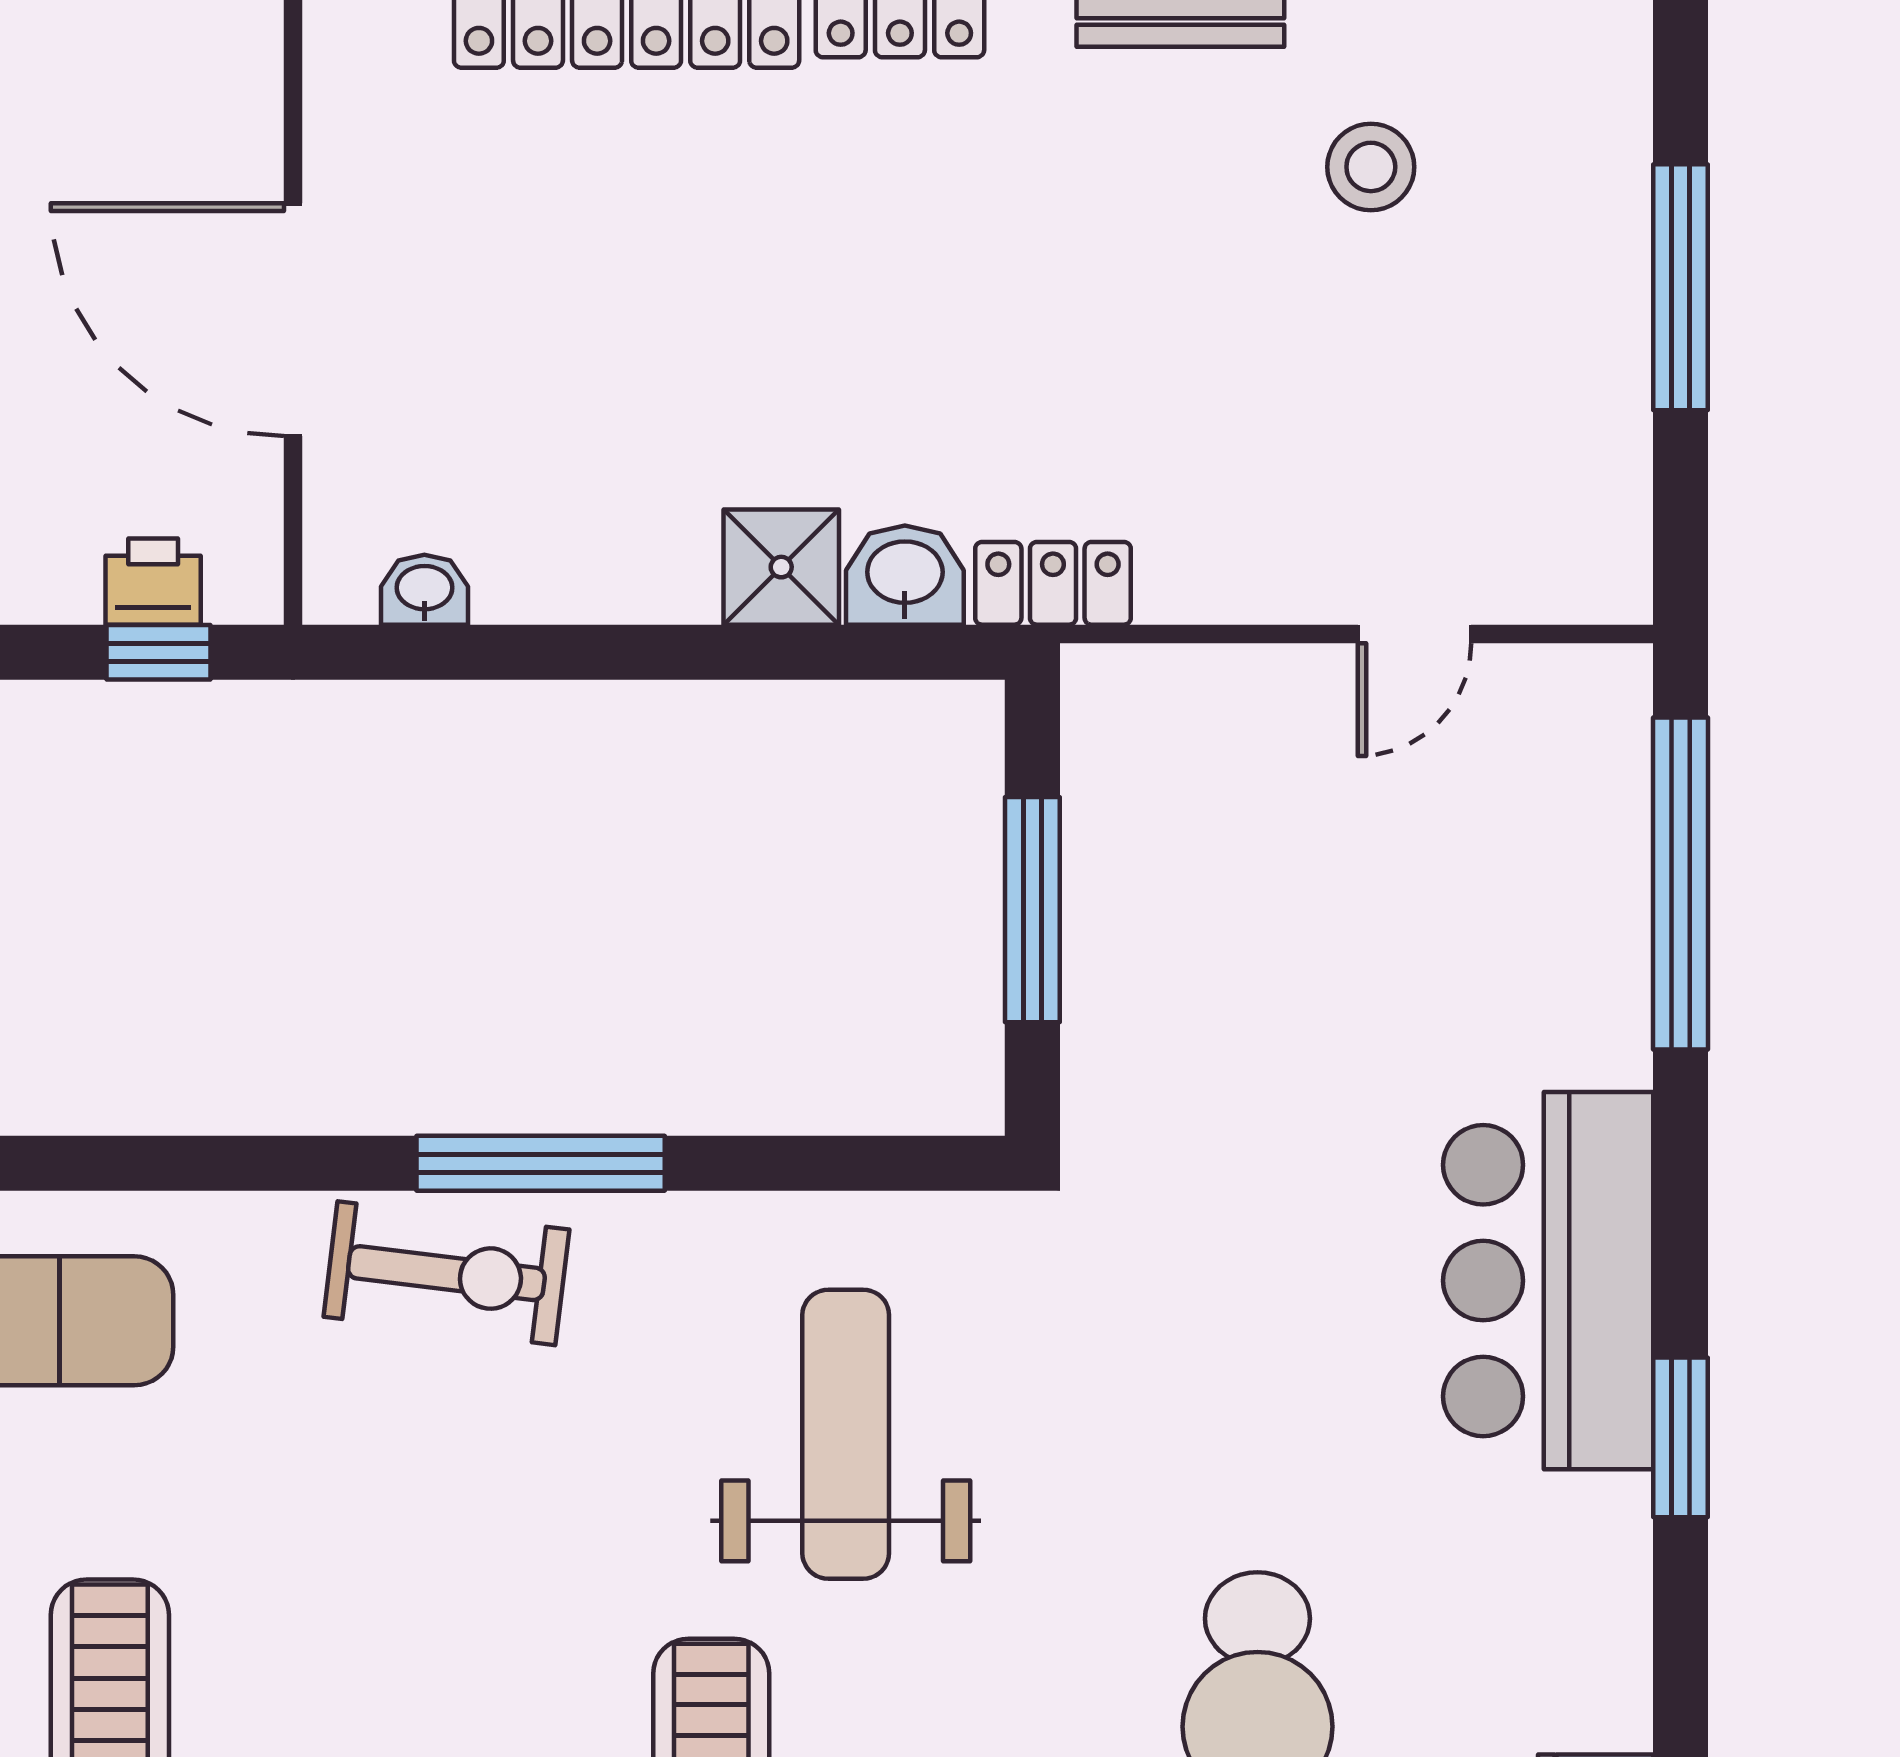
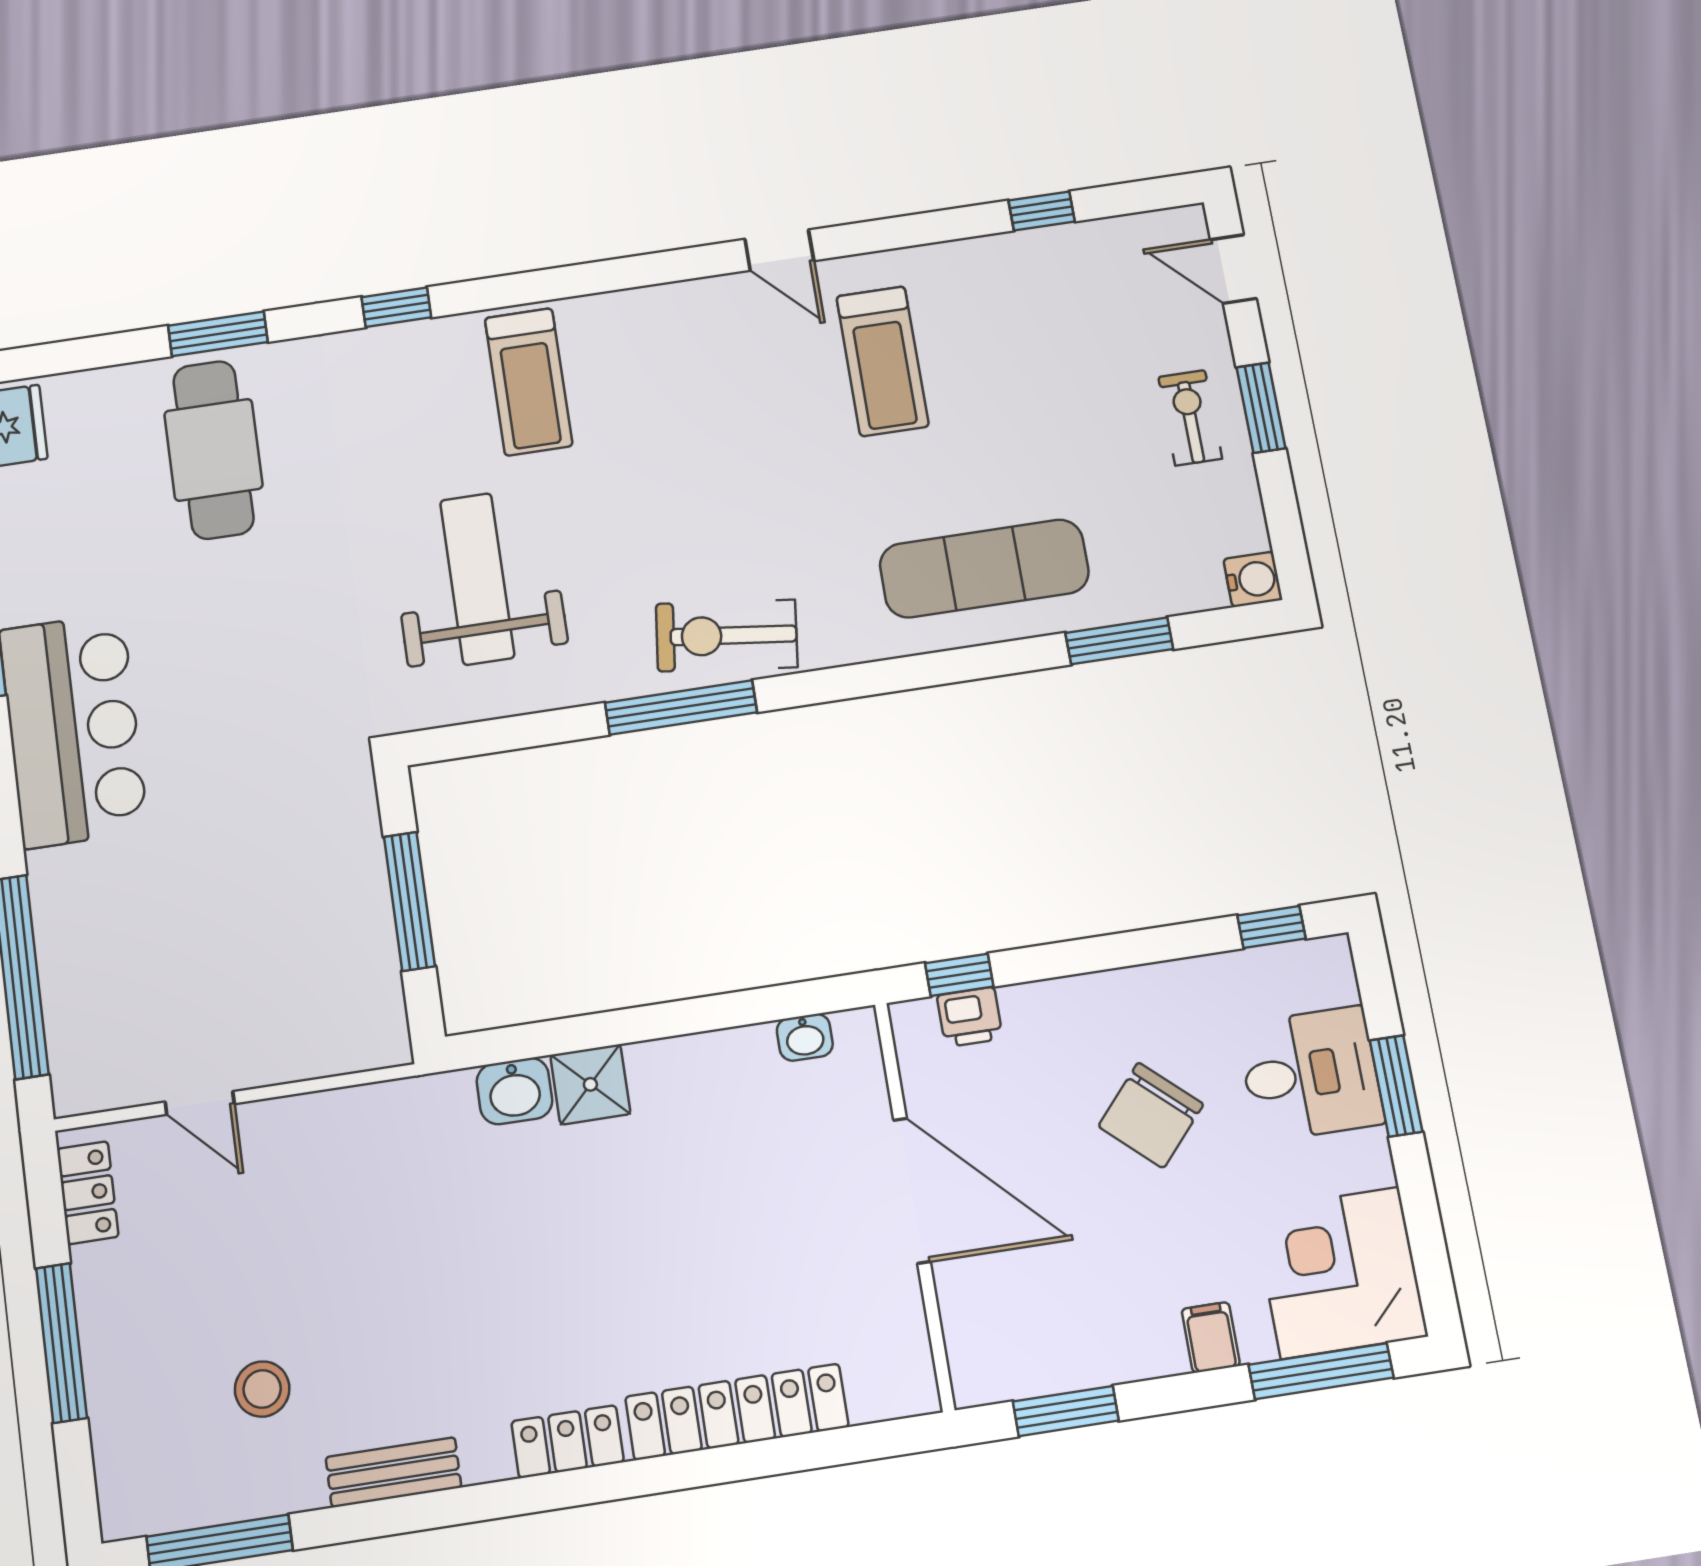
locker: (1053, 583) -> (88, 1193), moved, turned -90
door: (1415, 634) -> (200, 1103), swing flipped
weight bench: (846, 1434) -> (477, 579), turned 180

